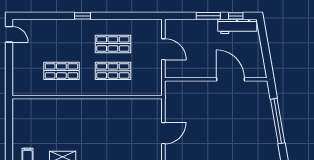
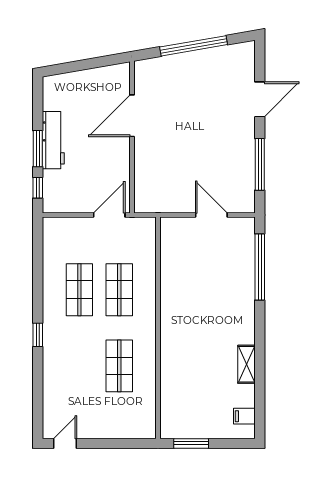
window: (236, 16) -> (38, 188), moved
workbench: (237, 26) -> (53, 140), moved
door: (163, 49) -> (109, 215), moved
window: (9, 119) -> (191, 443), added

